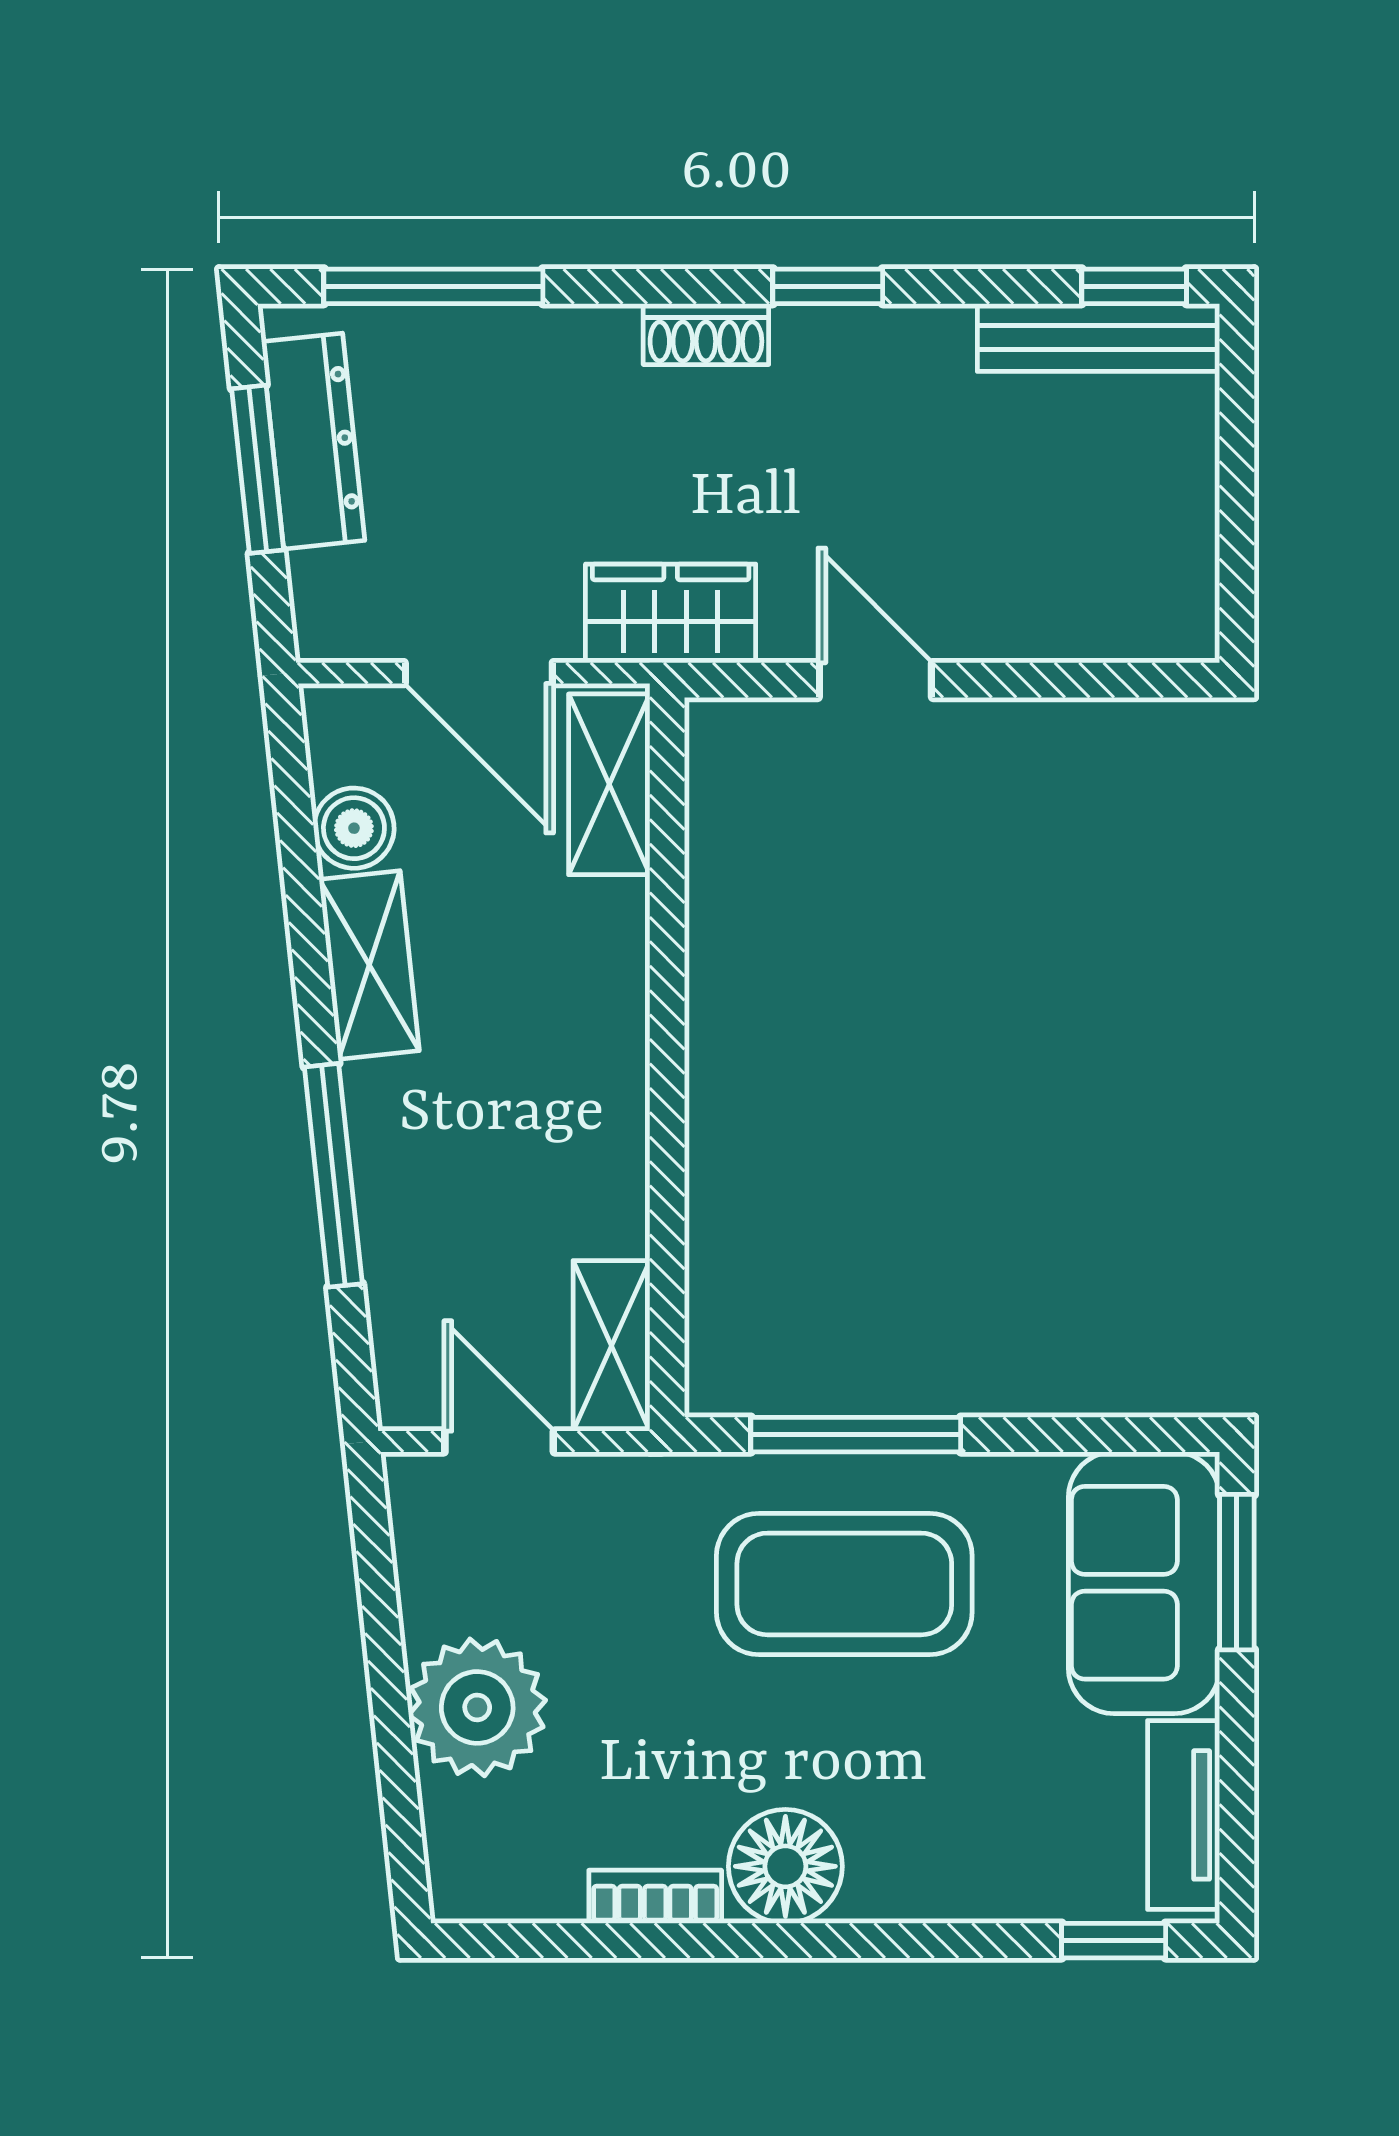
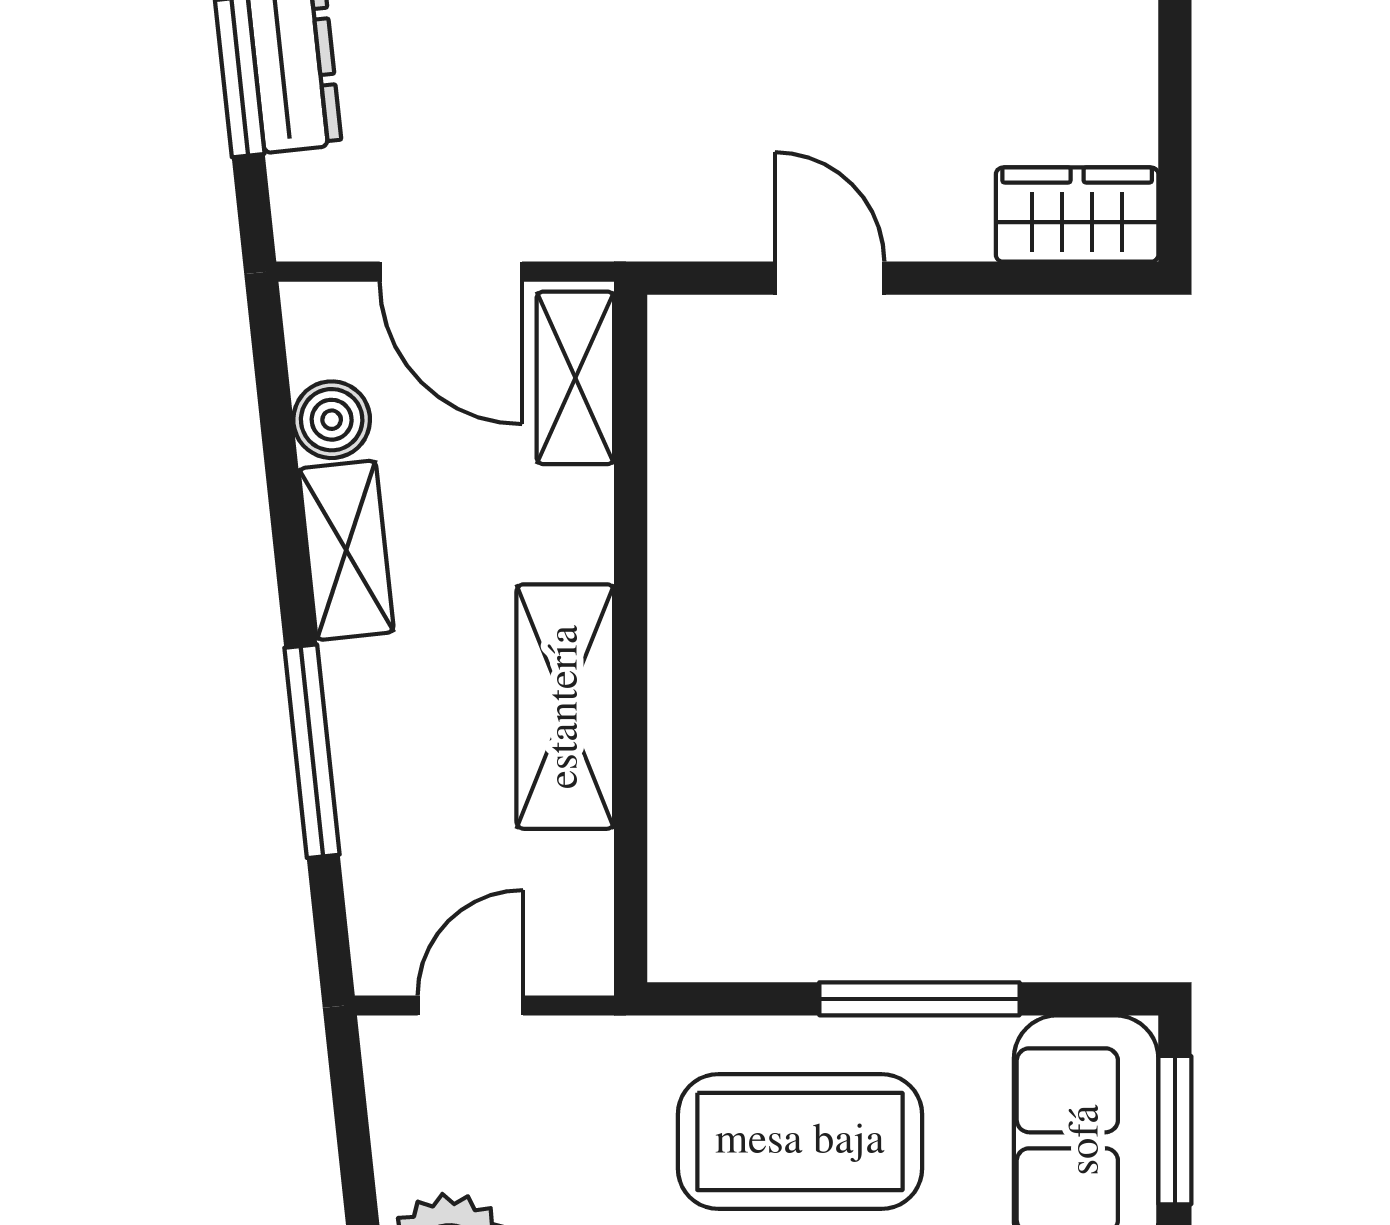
wardrobe: (671, 613) -> (1077, 215), moved
shelving: (611, 1346) -> (565, 707), moved, width x1.50, depth x1.33
window: (856, 1435) -> (919, 999), moved
door: (499, 1442) -> (470, 1005), hinge flipped

